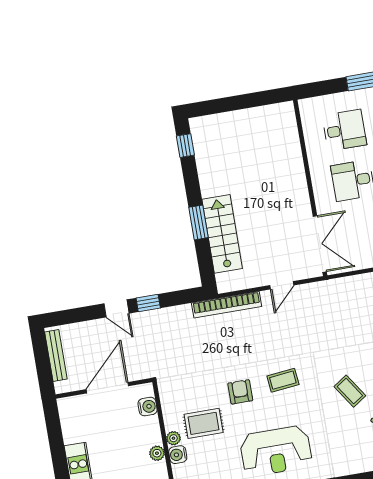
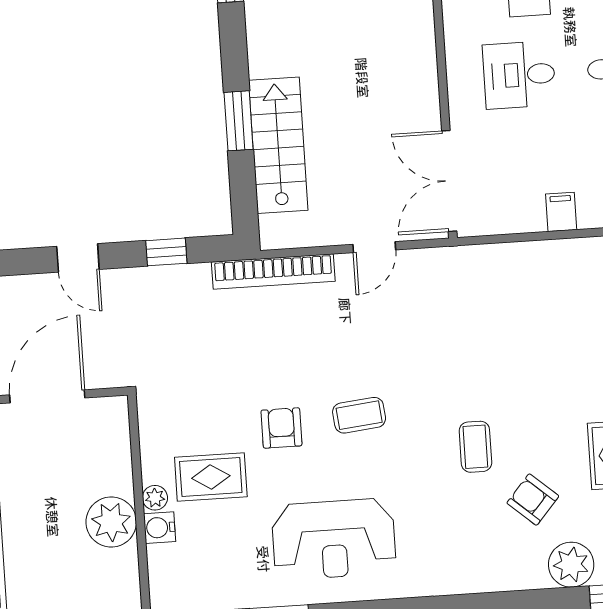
double door: (320, 244) -> (449, 181), swing flipped
window: (148, 303) -> (166, 252), moved
coffee table: (350, 391) -> (475, 447), turned 34
water cooler: (148, 407) -> (115, 437), removed
plant: (157, 453) -> (111, 522), width x1.88, depth x1.88

